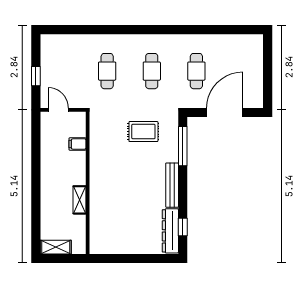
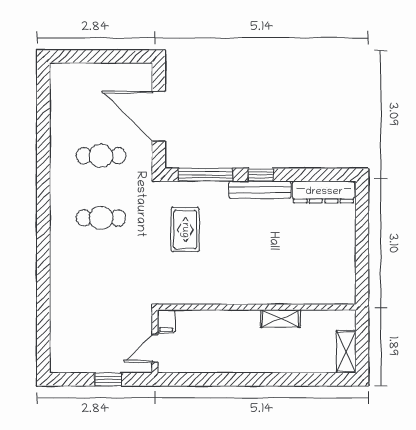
cafe table: (107, 71) -> (101, 280), removed
filing cabinet: (77, 144) -> (166, 321), moved
window: (183, 227) -> (261, 175), moved

